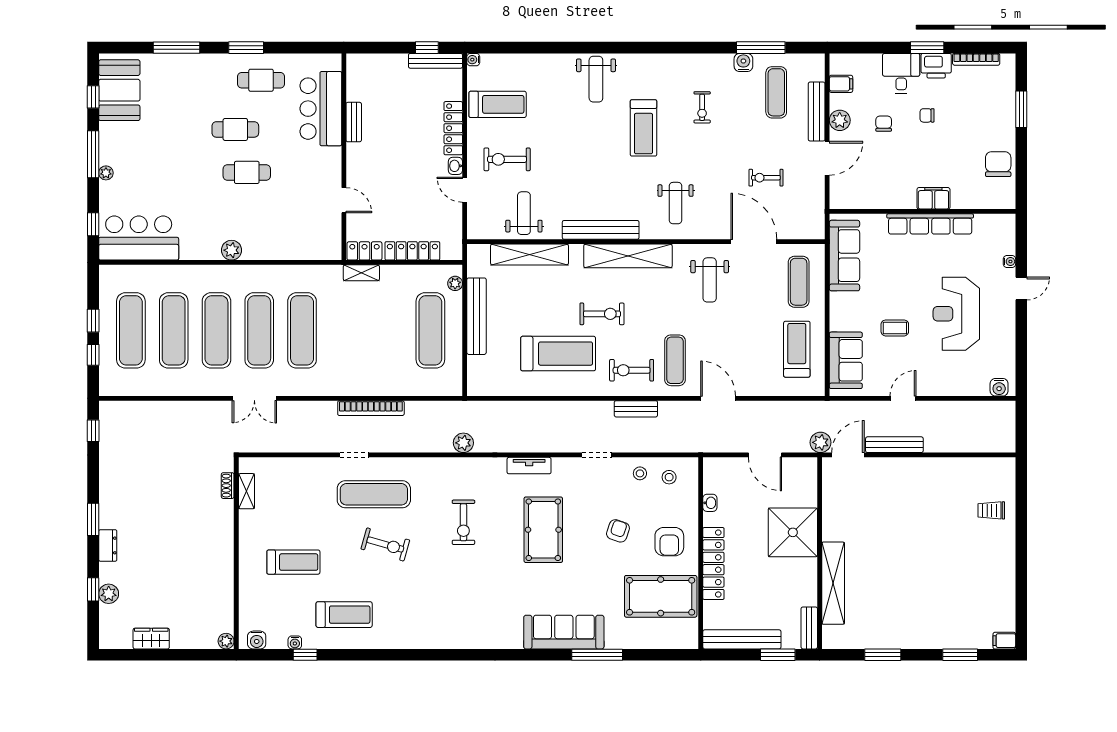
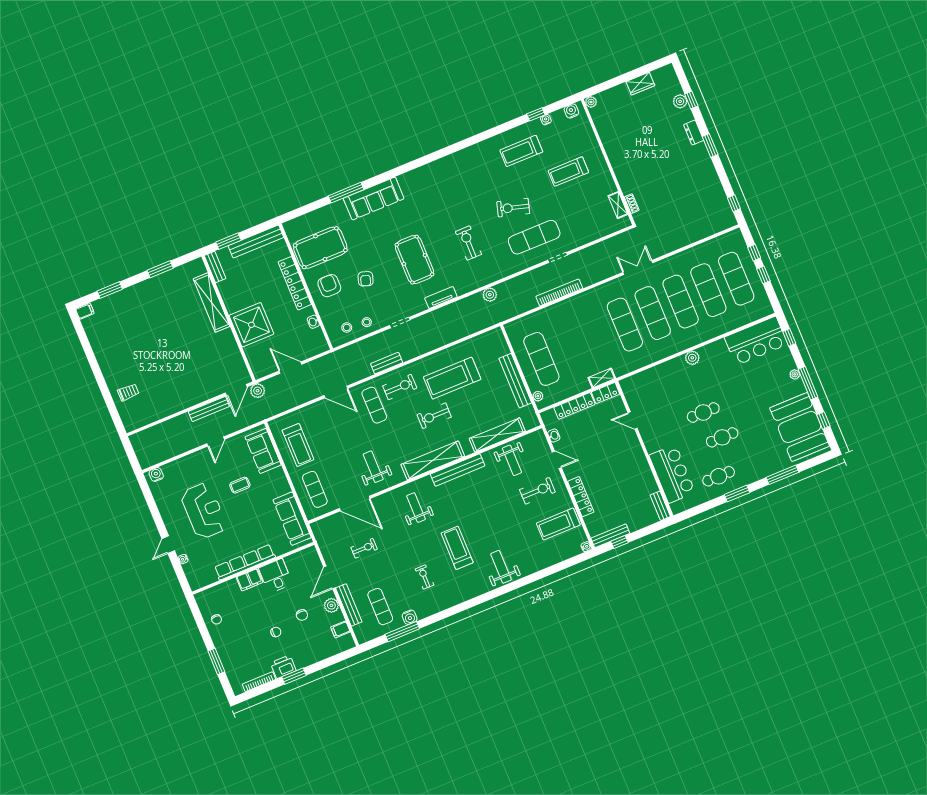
desk: (901, 73) -> (276, 576), moved, turned 180
booth: (119, 90) -> (800, 427), width x1.36, depth x1.42
bench: (354, 122) -> (660, 506), moved
chair: (998, 164) -> (217, 619), width x0.54, depth x0.54
washbasin: (455, 166) -> (554, 436), moved

